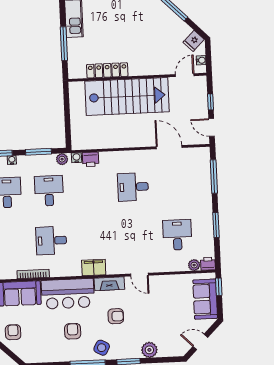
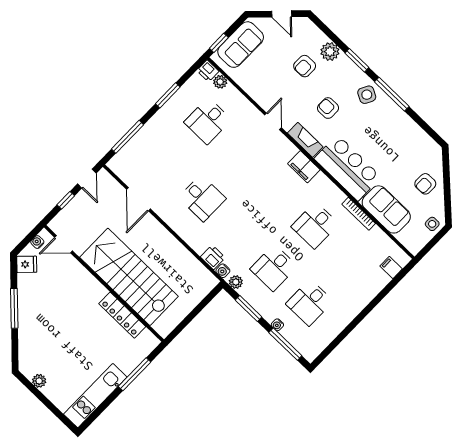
desk: (51, 241) -> (315, 225), turned 90
armchair: (73, 331) -> (305, 66), moved

